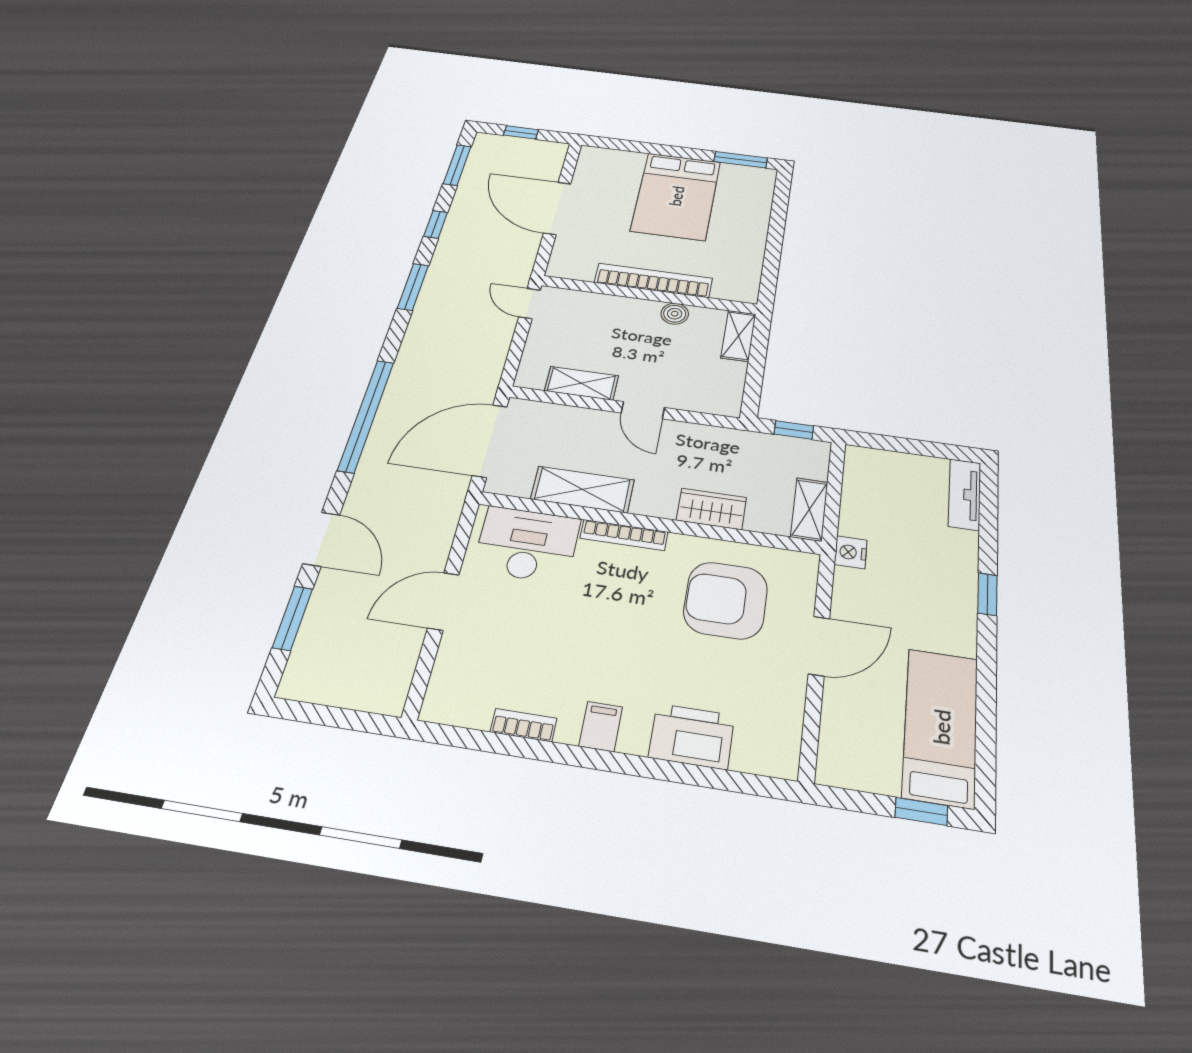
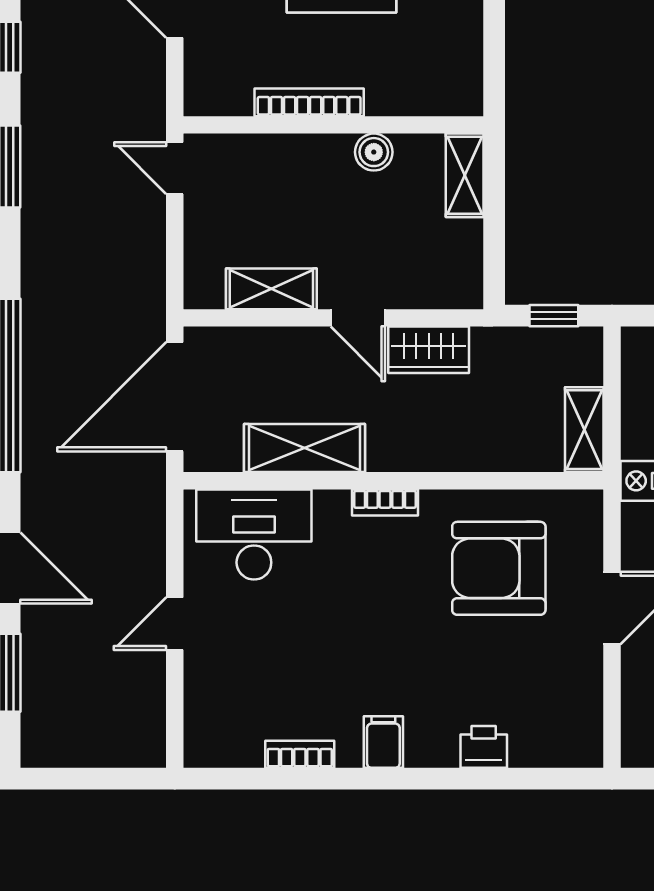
bookcase: (653, 280) -> (309, 102), width x0.68, depth x0.76
wardrobe: (712, 509) -> (429, 350), moved, turned 180
bookcase: (624, 535) -> (385, 503), width x0.64
door: (443, 601) -> (175, 624), width x0.73
printer: (692, 736) -> (484, 747), width x0.53, depth x0.68

